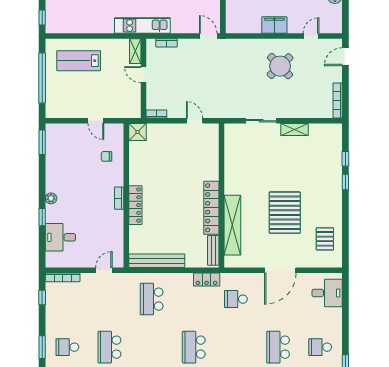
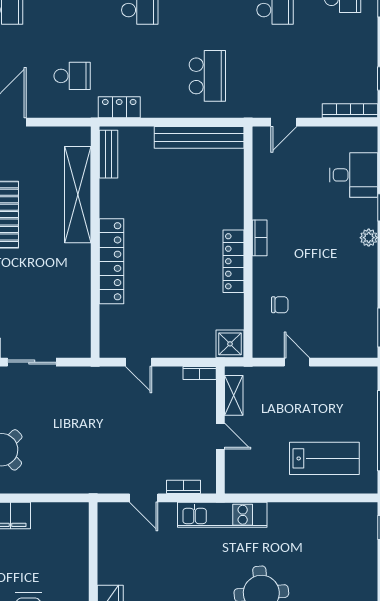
door: (208, 36) -> (144, 498), moved
shelving: (135, 51) -> (234, 395), moved
locker: (135, 205) -> (233, 261), moved
locker: (211, 208) -> (111, 261), moved

